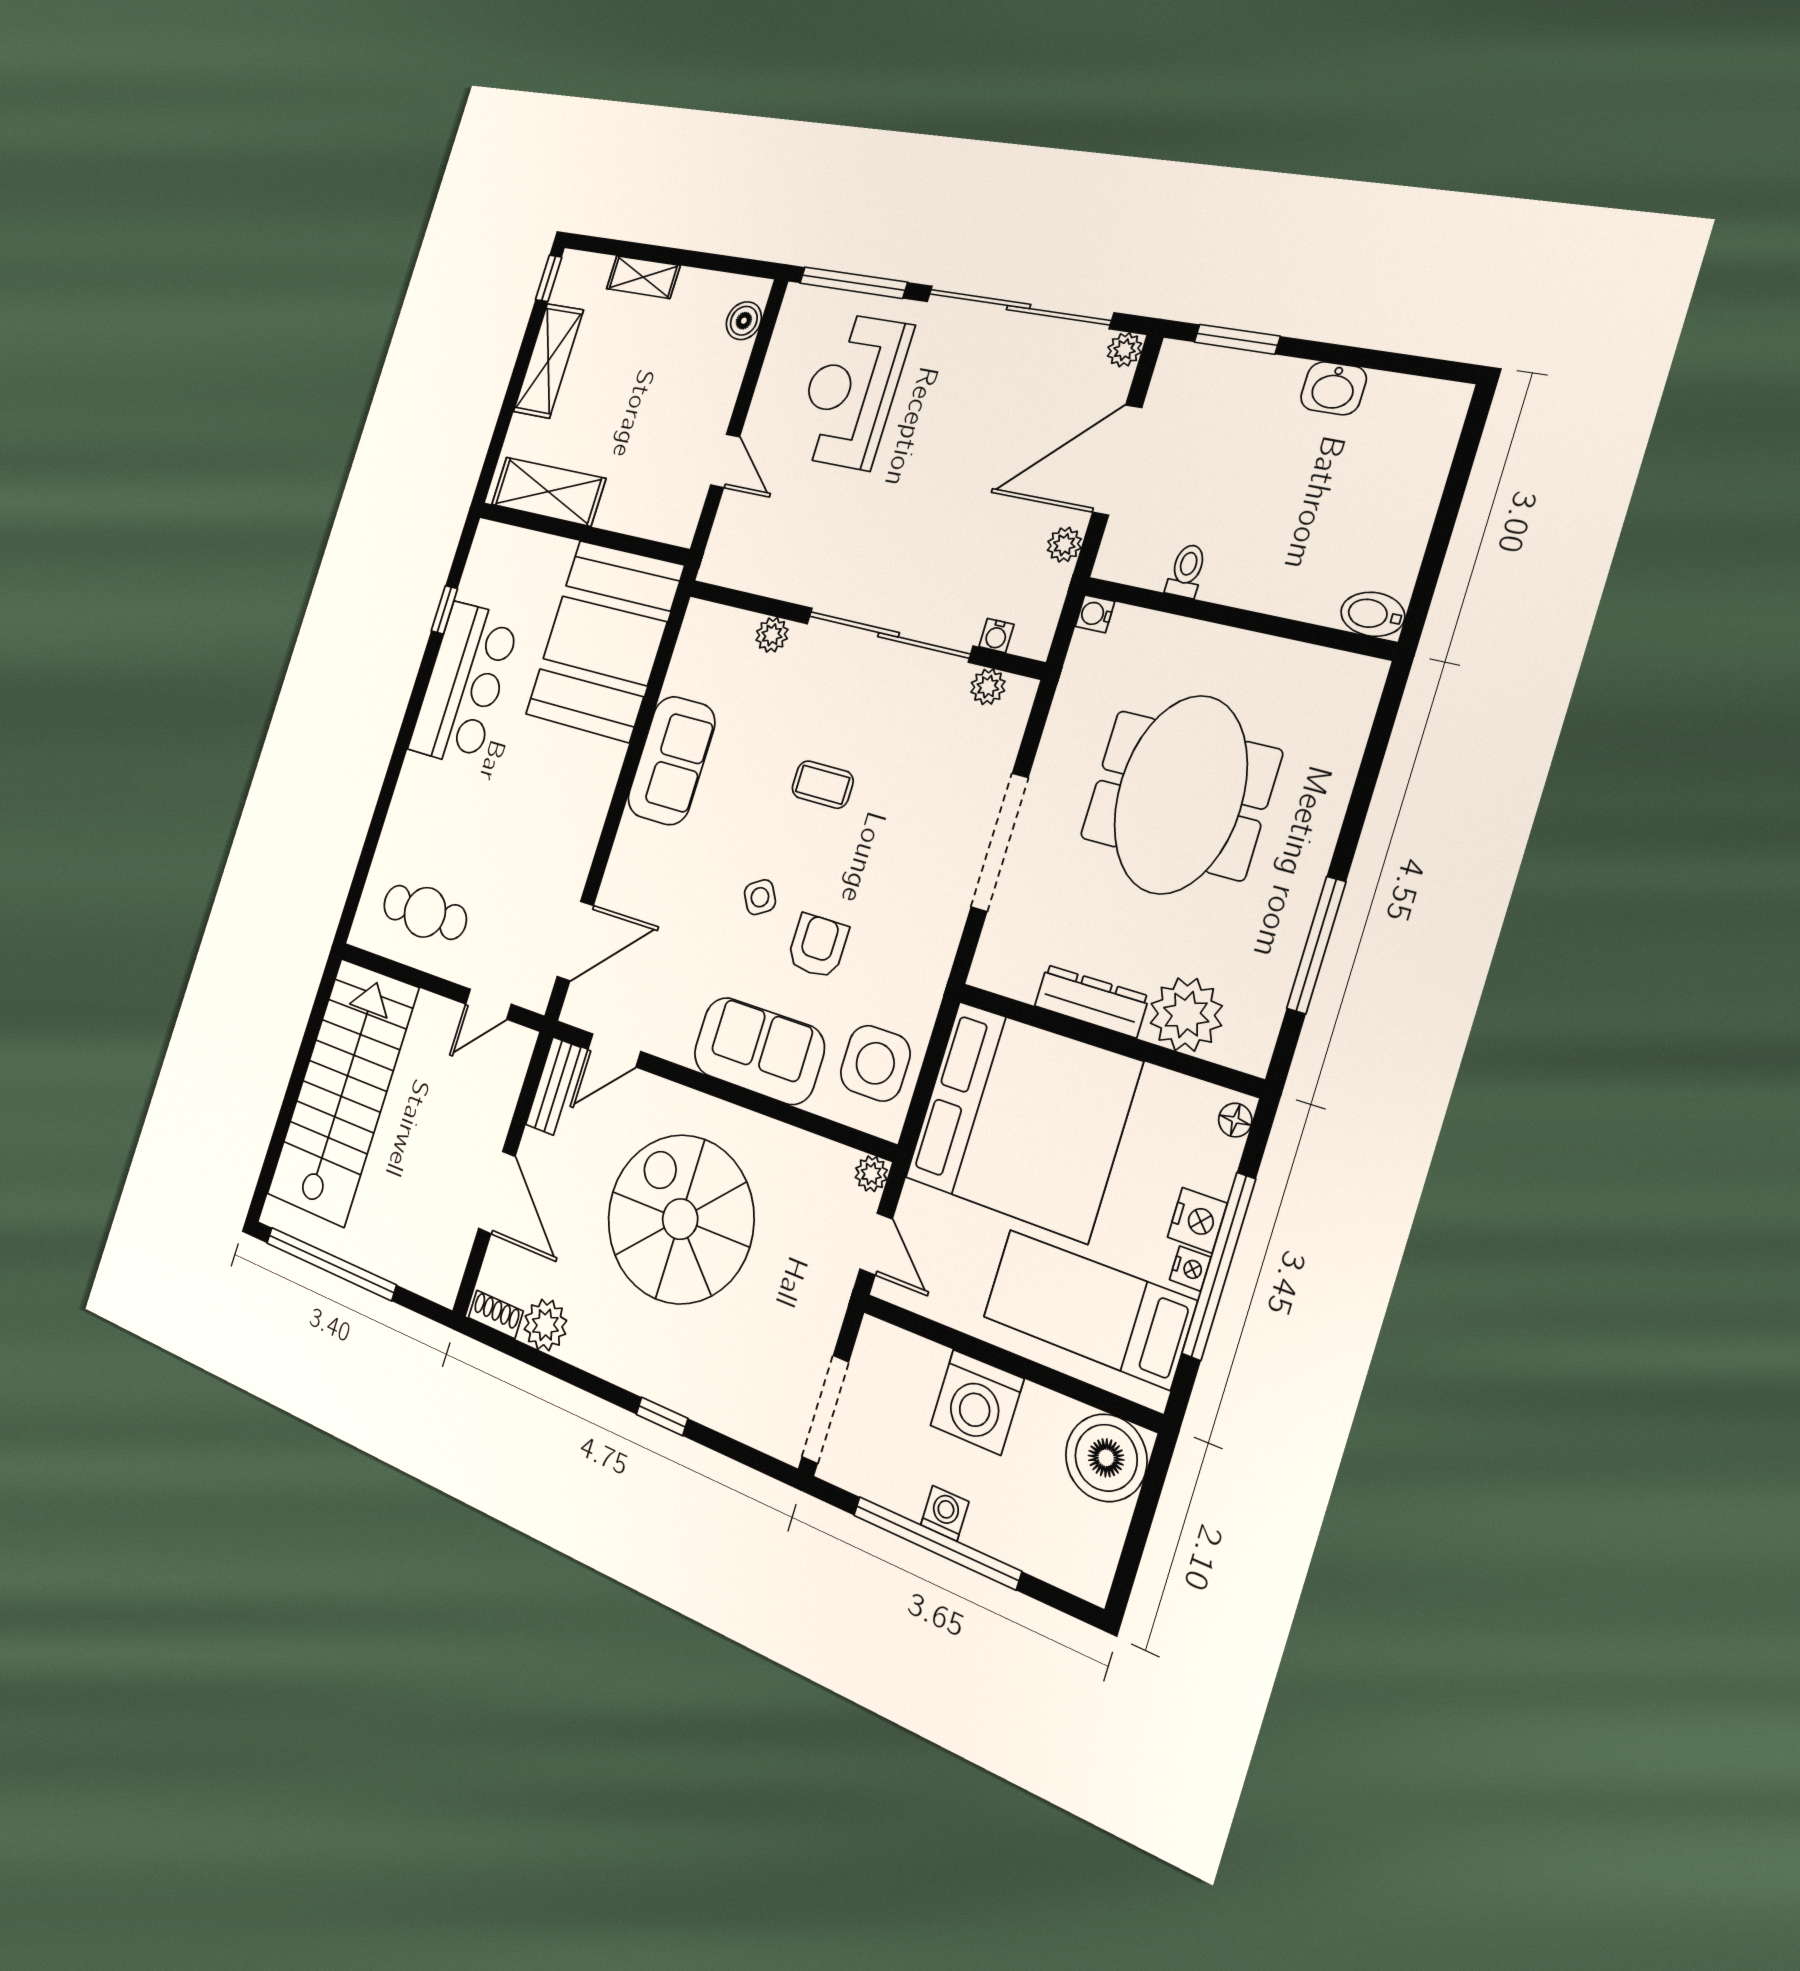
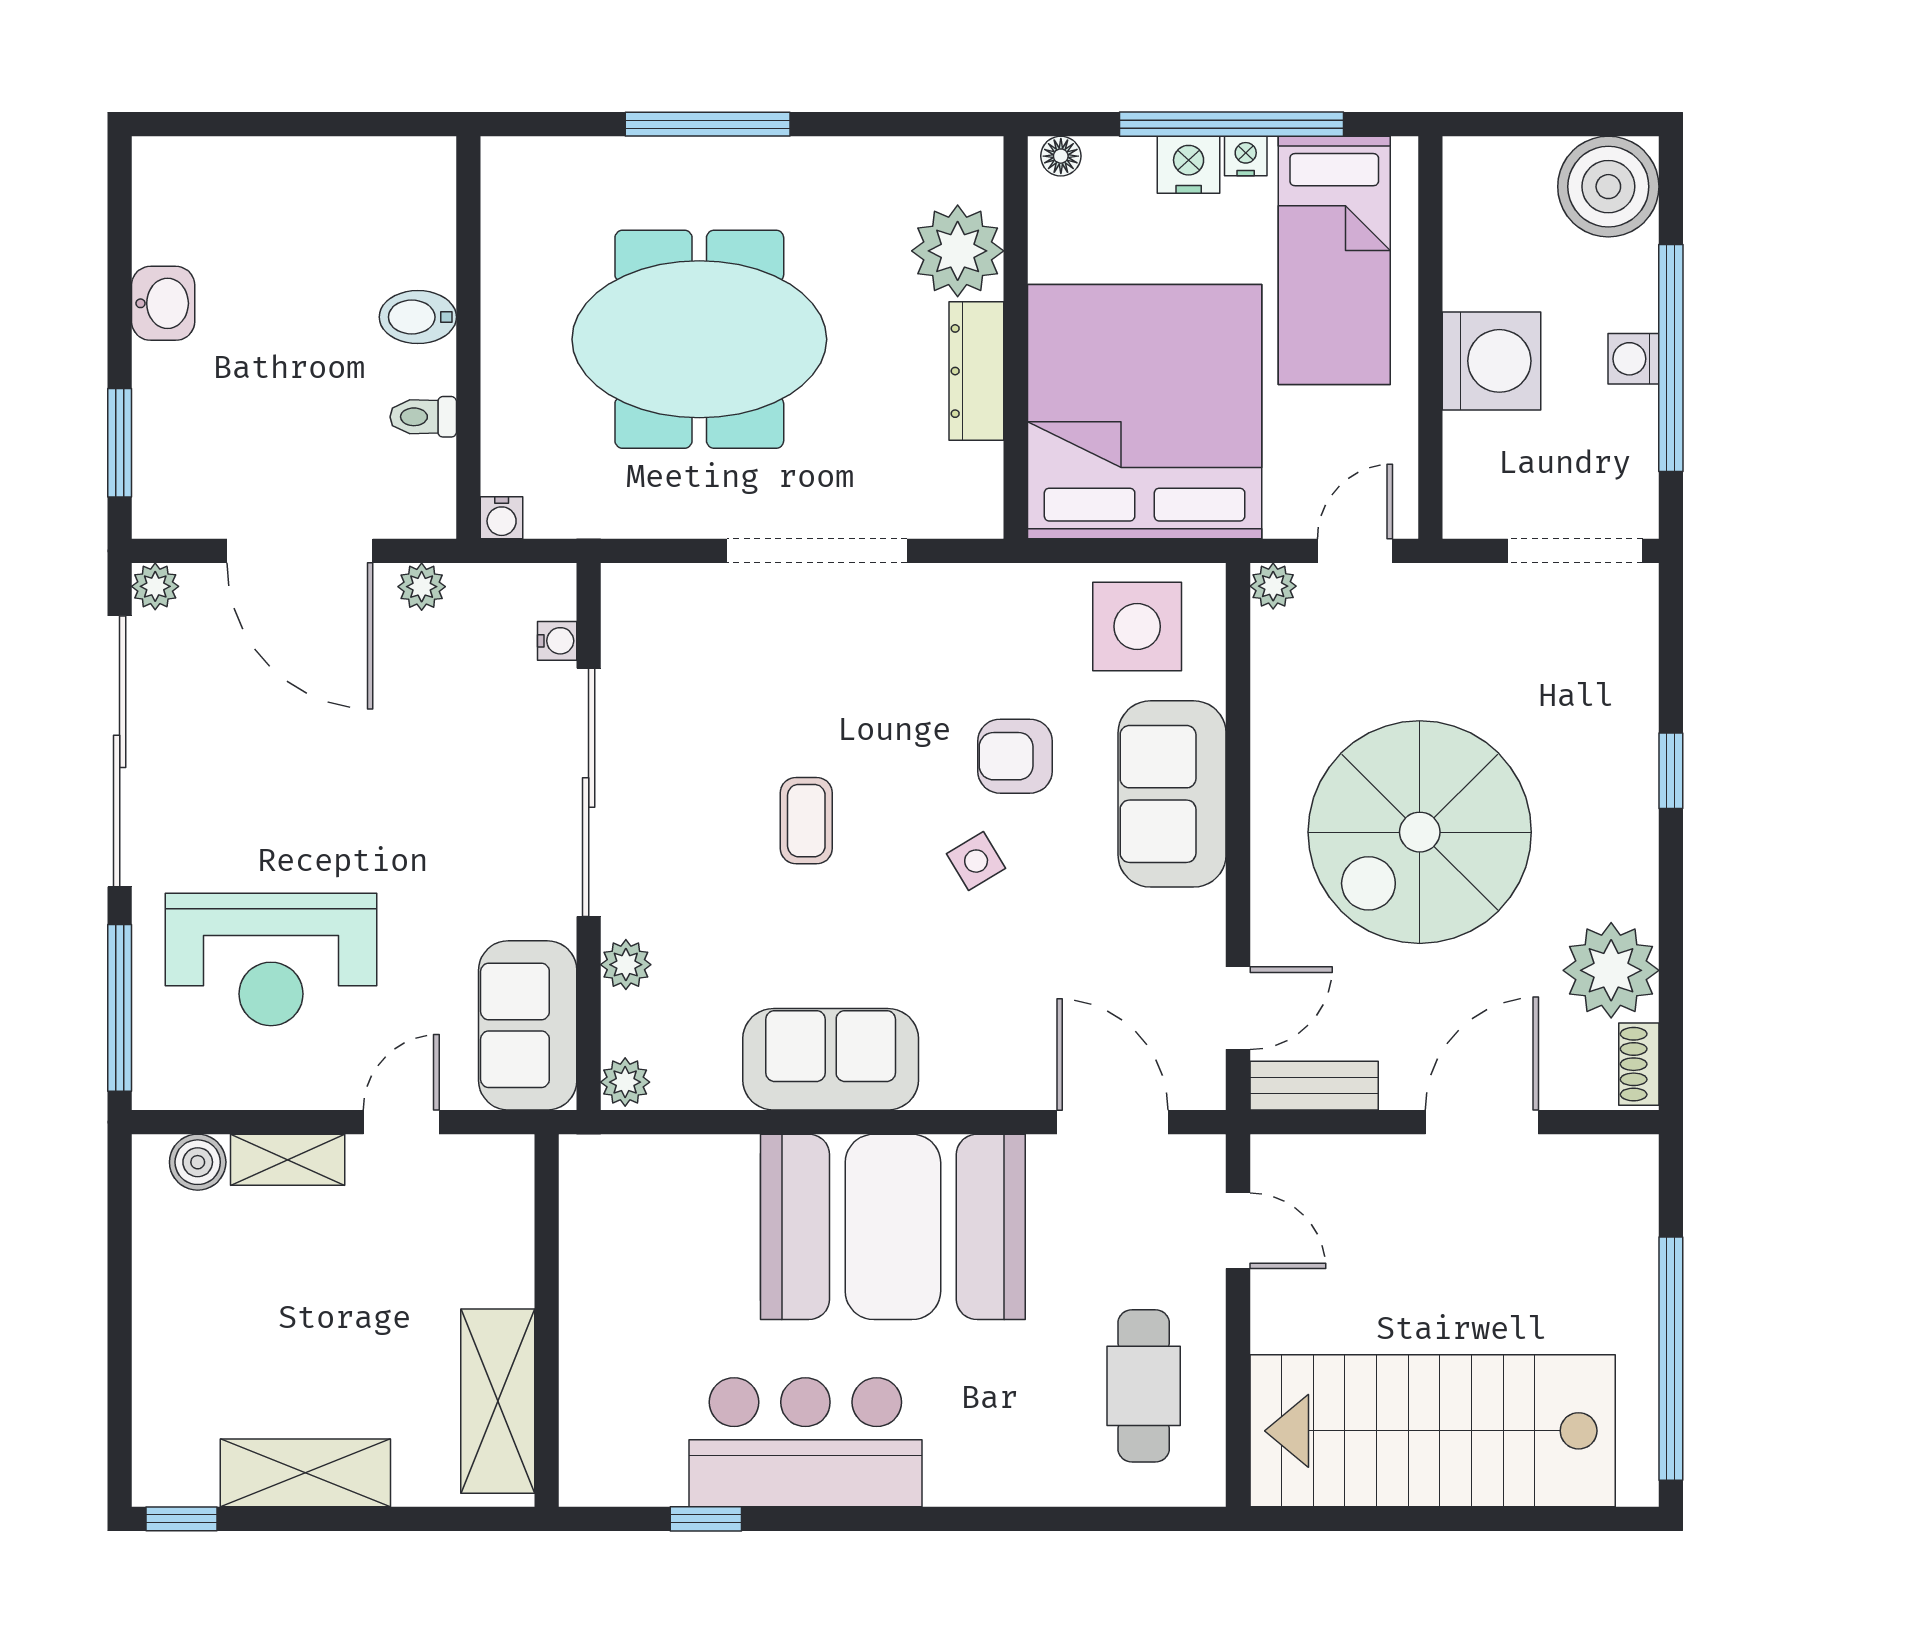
shelving: (643, 277) -> (288, 1160), moved, turned 90
sofa: (756, 559) -> (528, 1025), added
bidet: (1373, 614) -> (418, 317), moved, turned 90
booth: (604, 640) -> (893, 1227), moved
plant: (988, 687) -> (625, 1082), moved
window: (1316, 945) -> (708, 124), moved
door: (614, 1050) -> (1238, 1008), hinge flipped
plant: (545, 1325) -> (1611, 970), width x1.36, depth x1.36
boiler: (1106, 1458) -> (1608, 187), moved

